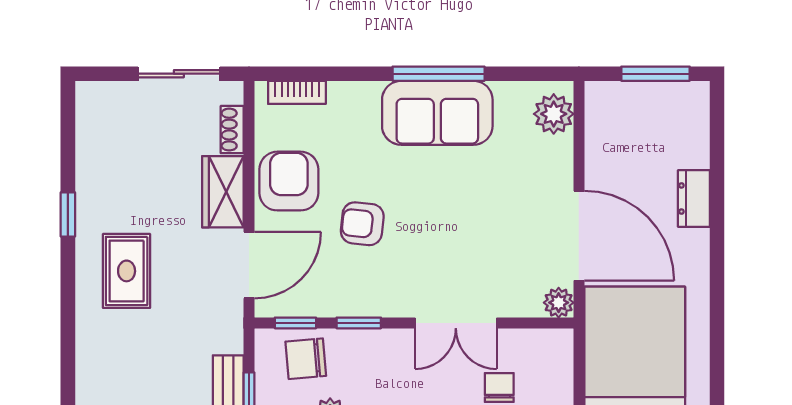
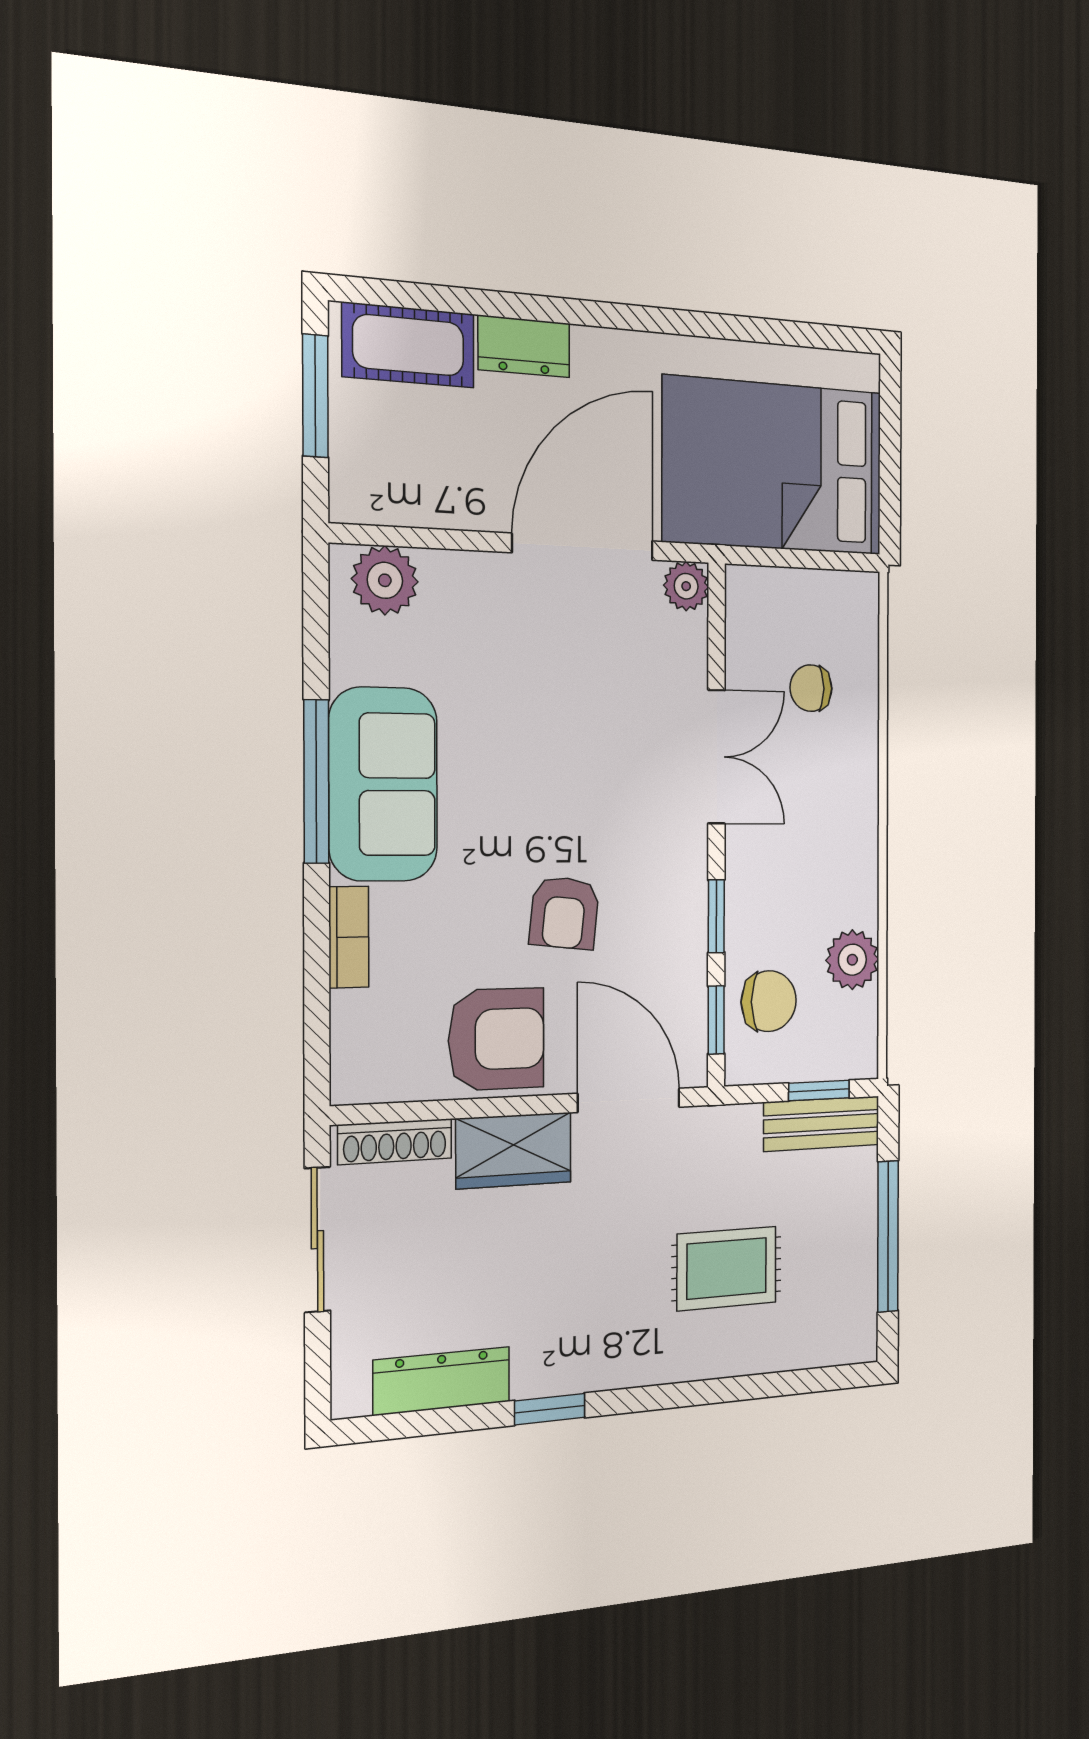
bookcase: (297, 92) -> (349, 937), moved
cot: (689, 128) -> (408, 345), added
shoe rack: (232, 130) -> (395, 1142), width x1.43
dresser: (91, 147) -> (442, 1381), added
armchair: (289, 181) -> (496, 1039), turned 180
rug: (127, 271) -> (727, 1268), moved
chair: (306, 359) -> (769, 1001), turned -85

